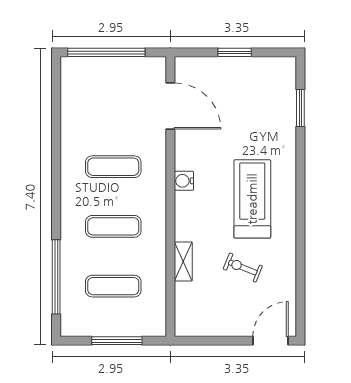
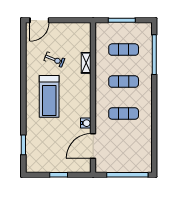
door: (170, 106) -> (93, 146), hinge flipped
water cooler: (184, 181) -> (86, 123), moved

